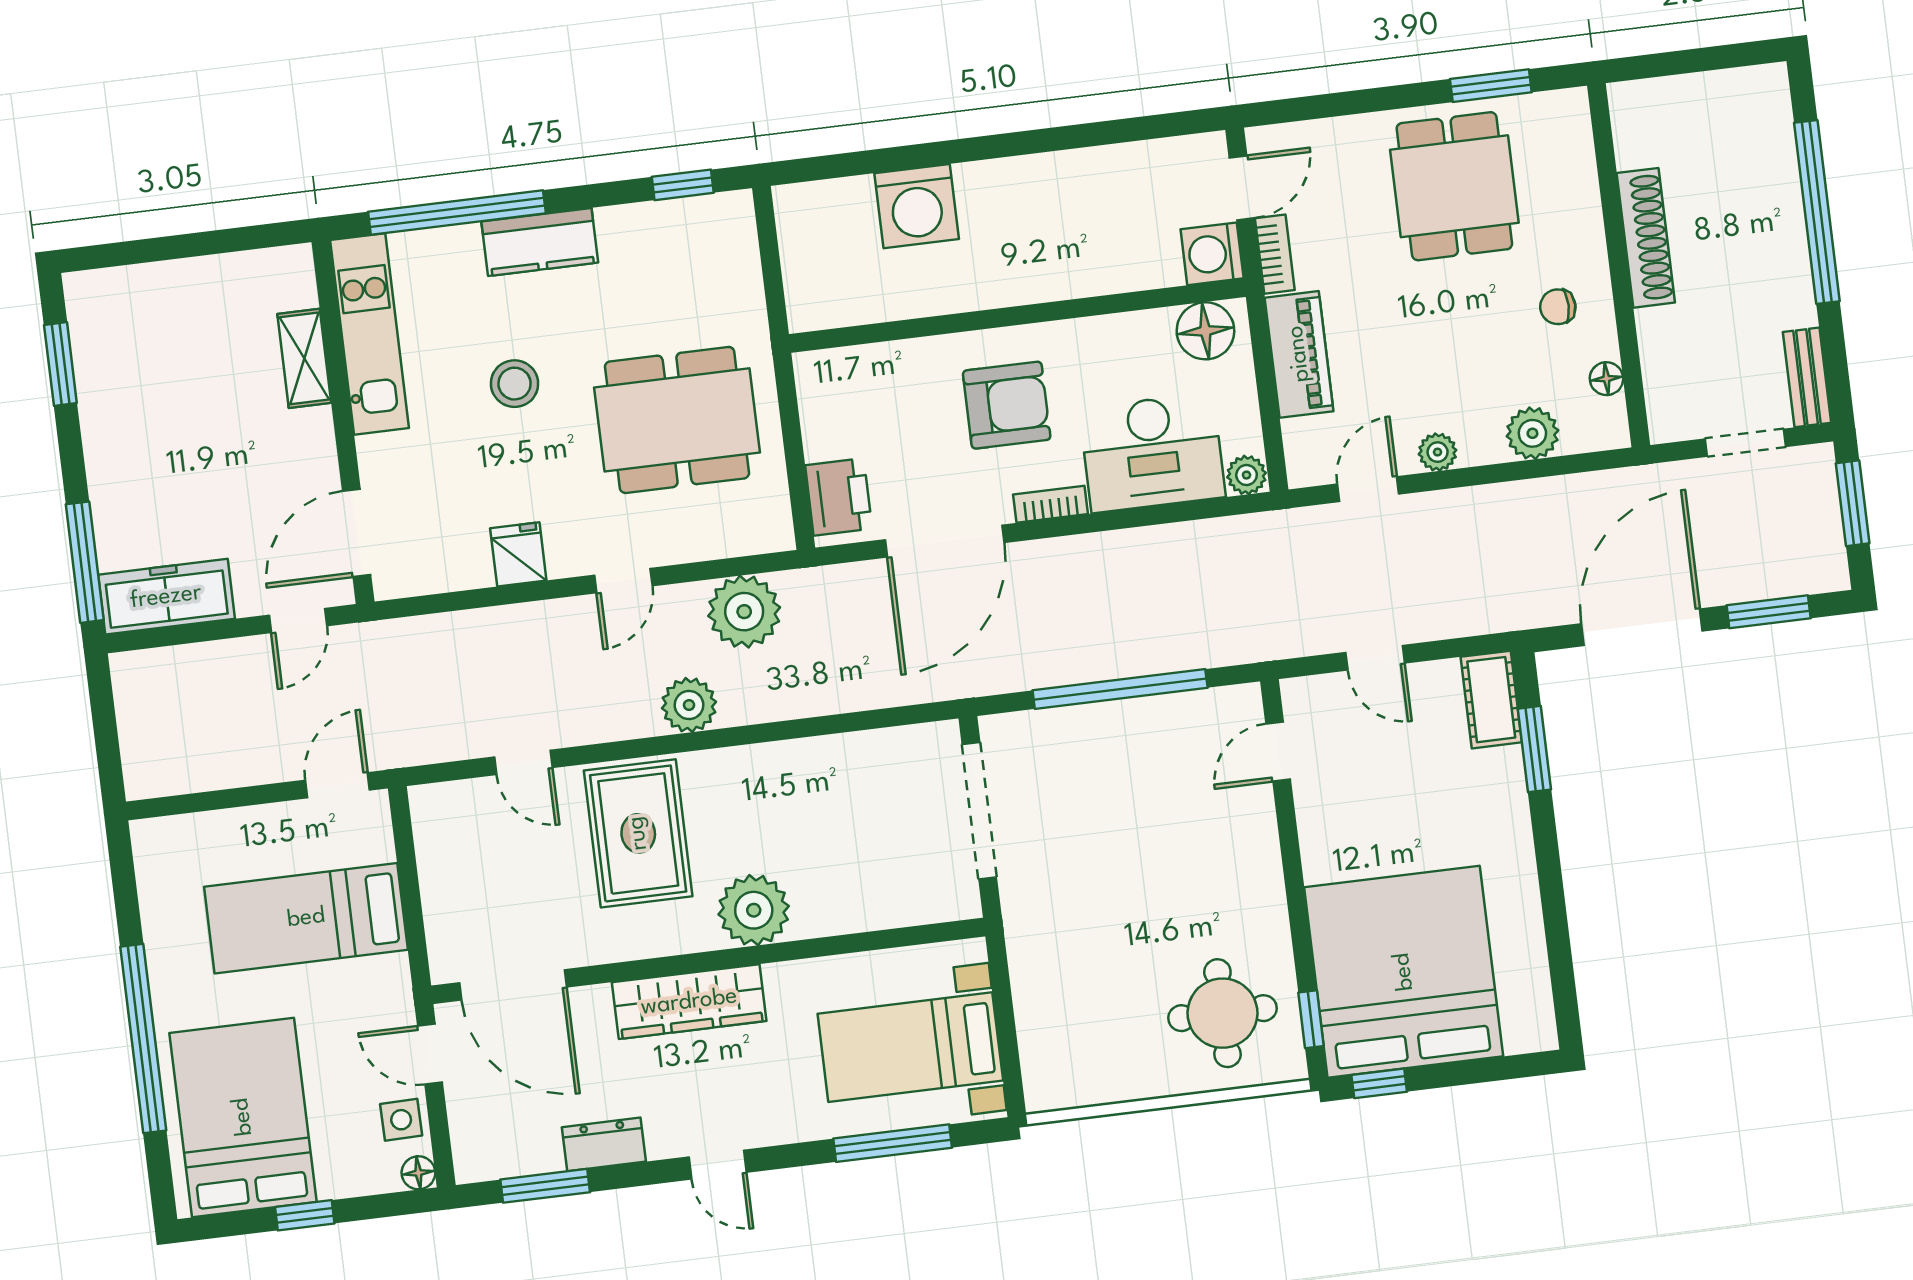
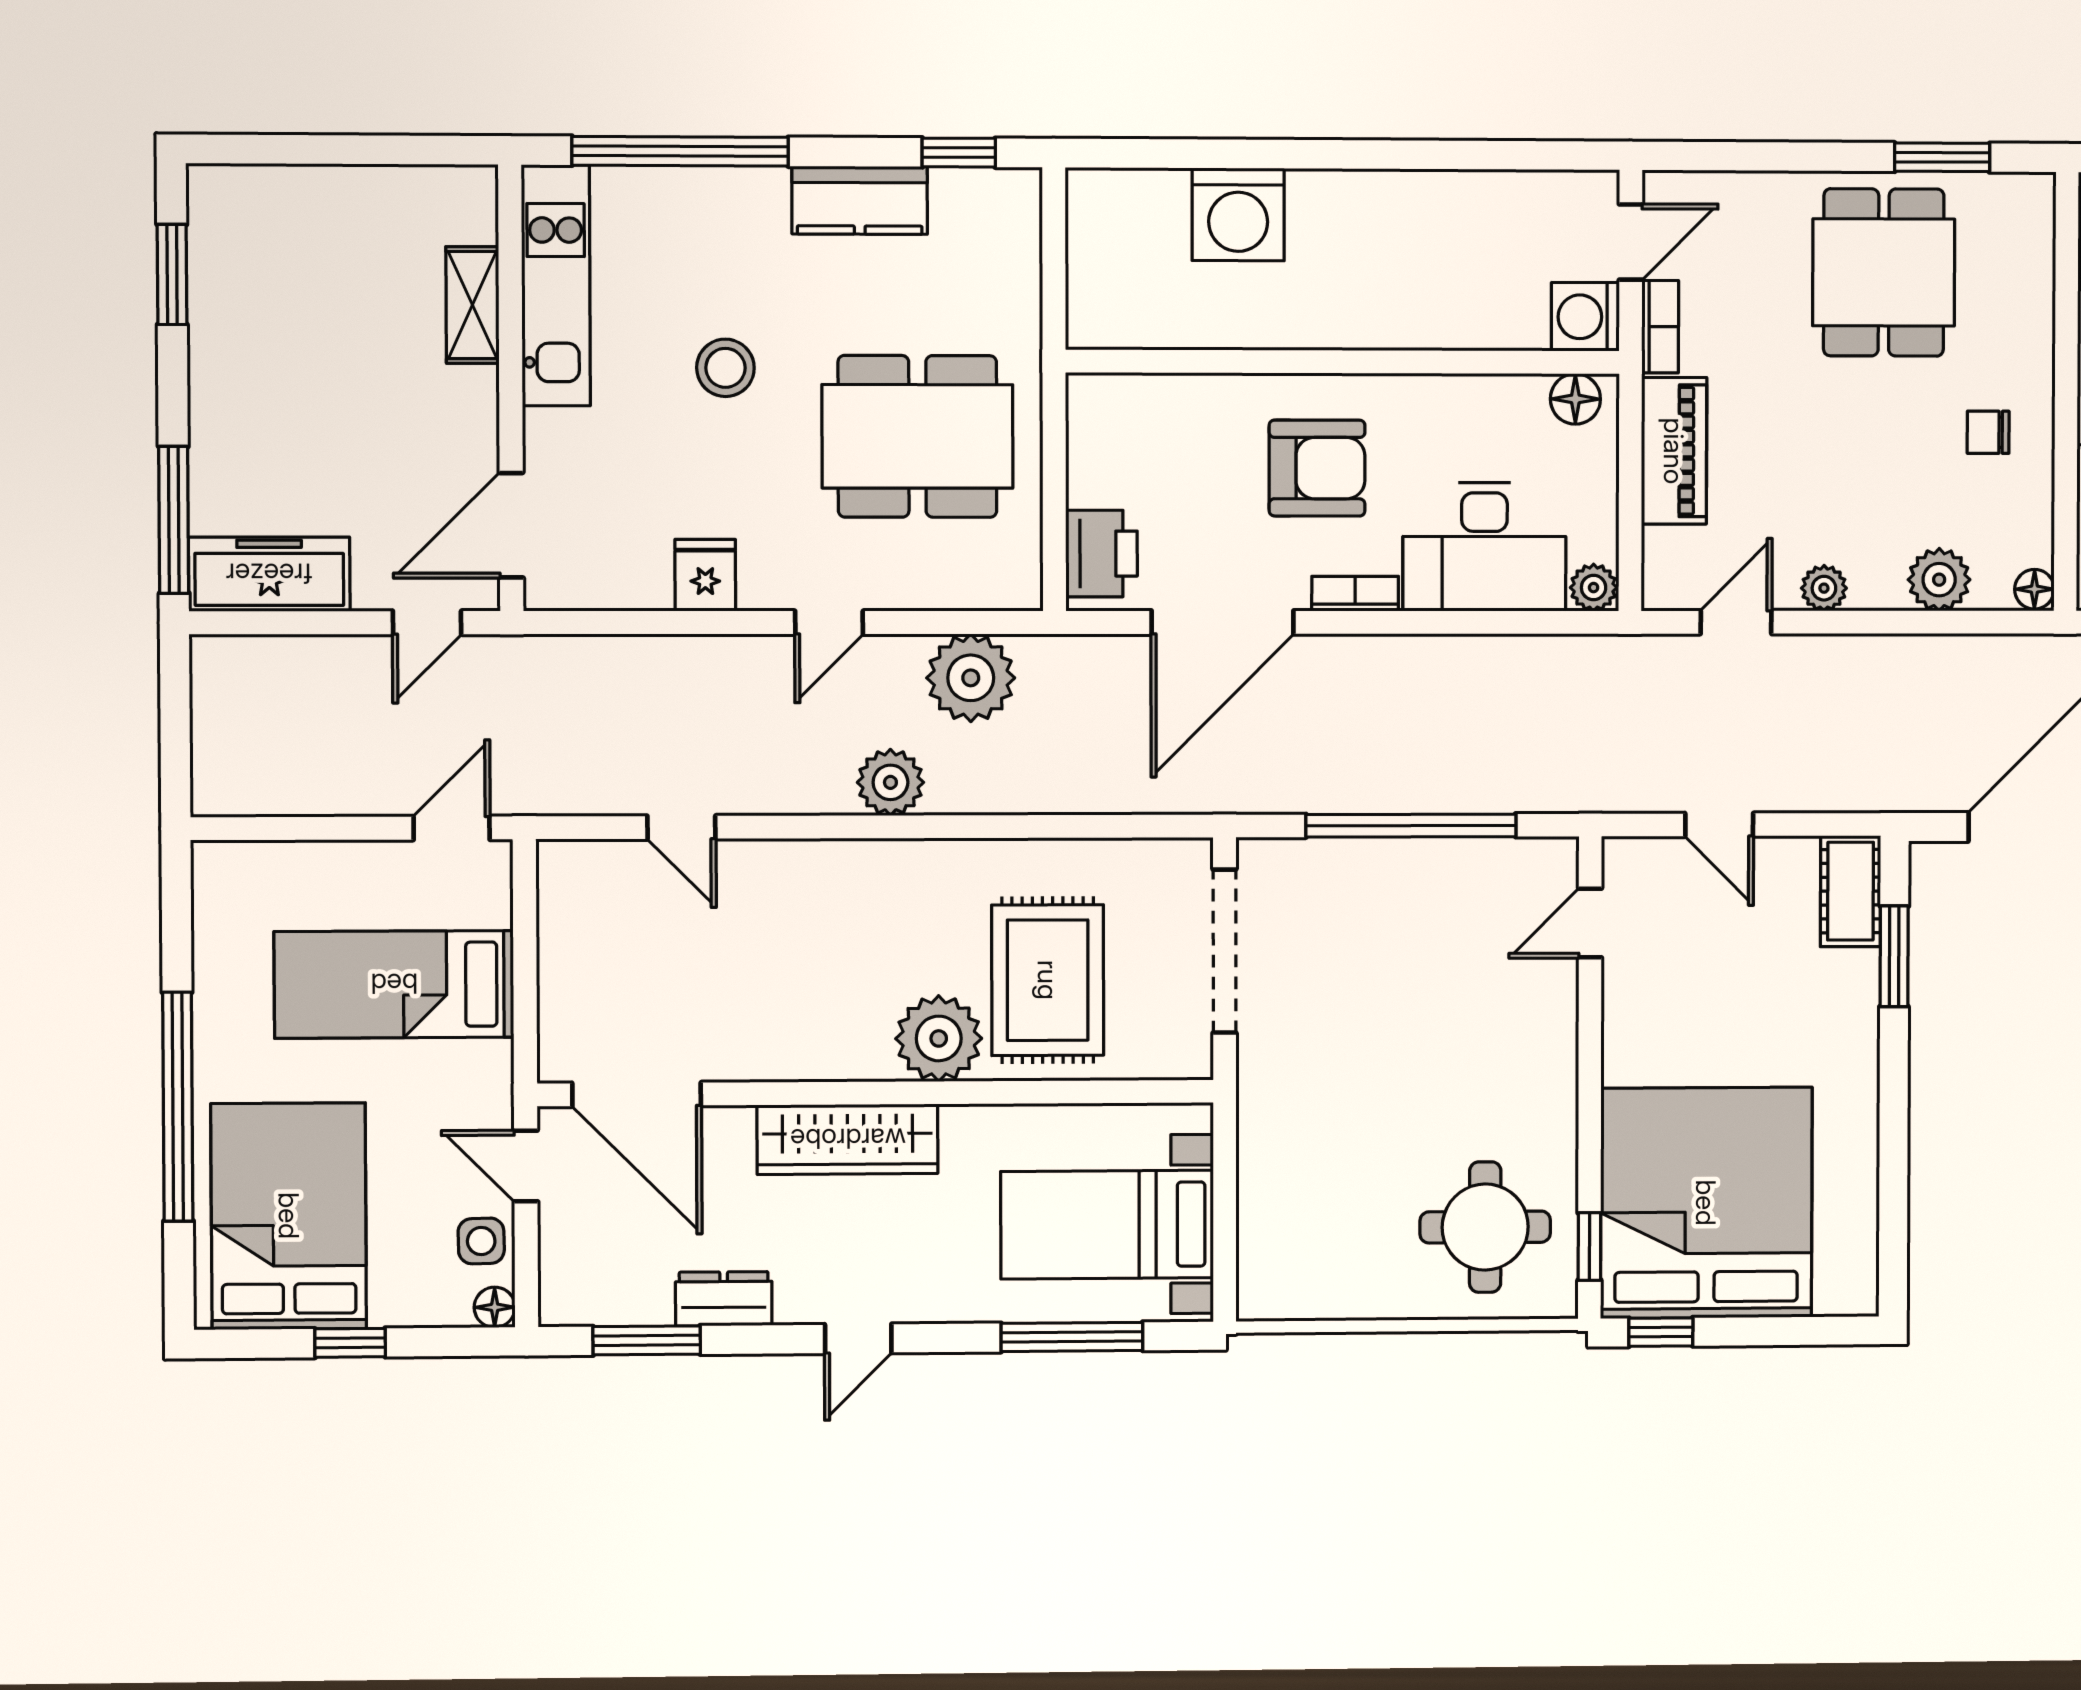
kitchen counter: (540, 242) -> (860, 200), moved
floor lamp: (1205, 331) -> (1575, 399), width x0.73, depth x0.73
floor lamp: (1606, 379) -> (2034, 589), moved
rug: (638, 833) -> (1048, 980), moved
door: (718, 1165) -> (858, 1339), hinge flipped

